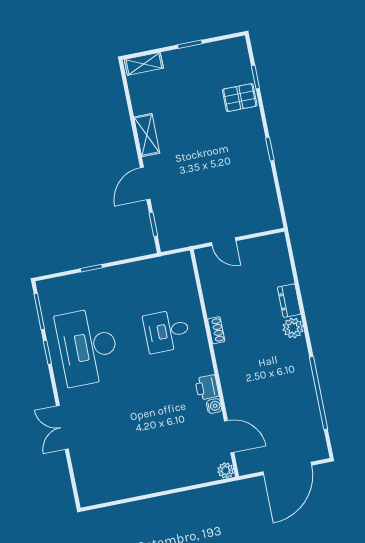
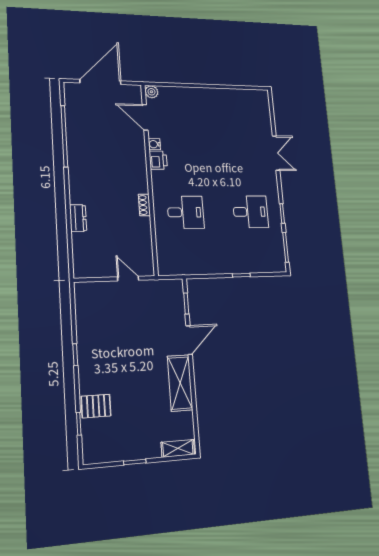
shelving: (147, 135) -> (180, 383), width x1.50, depth x1.33
plant: (293, 328) -> (78, 194), removed
desk: (88, 347) -> (251, 212), width x0.53, depth x0.77

